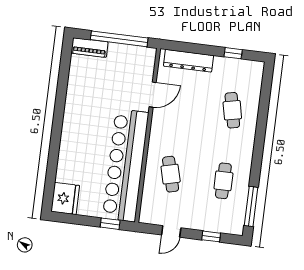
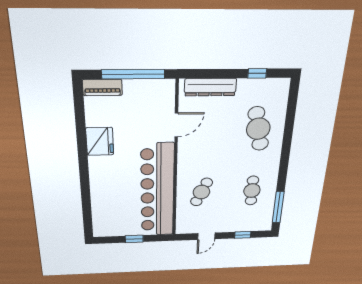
cafe table: (232, 110) -> (258, 129), width x1.37, depth x1.35
cafe table: (171, 174) -> (201, 192), turned 39
fridge: (65, 199) -> (100, 141), moved
window: (110, 224) -> (134, 239), moved

